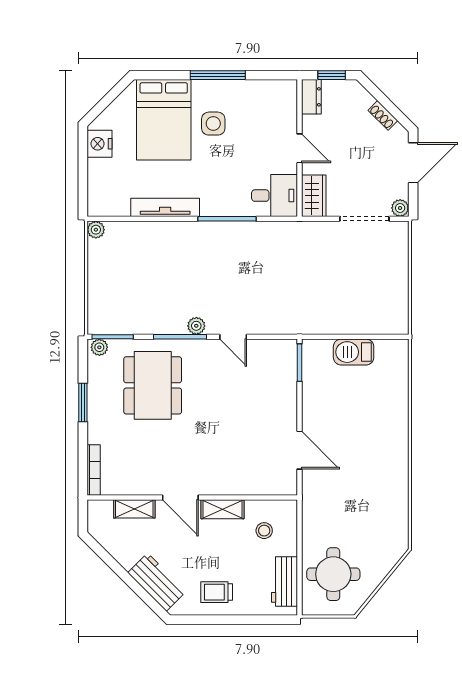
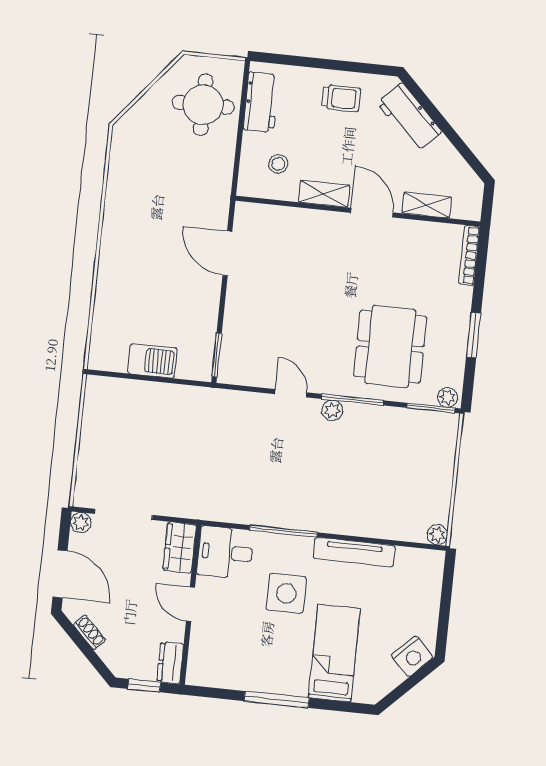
bed: (164, 120) -> (334, 653), width x0.67
side table: (213, 124) -> (286, 593), moved, width x1.37, depth x1.37
nightstand: (100, 144) -> (412, 656), moved, turned 45
door: (413, 163) -> (60, 574), swing flipped

